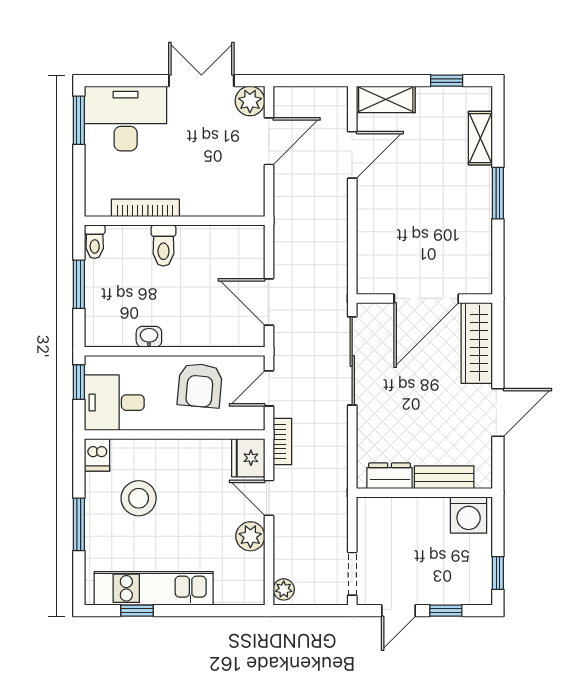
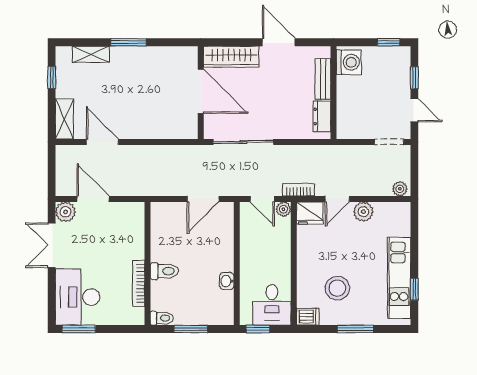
armchair: (200, 385) -> (260, 246), removed
plant: (254, 419) -> (283, 209), added

